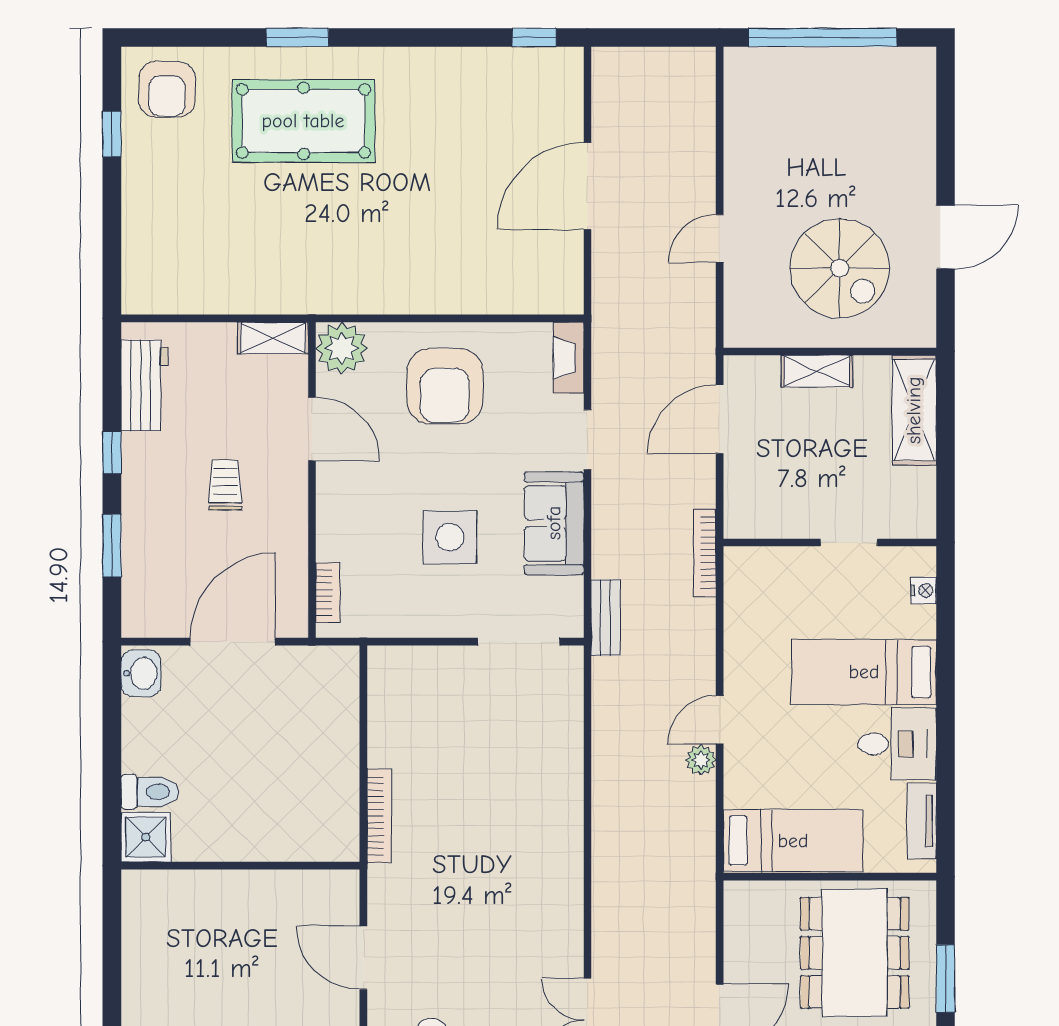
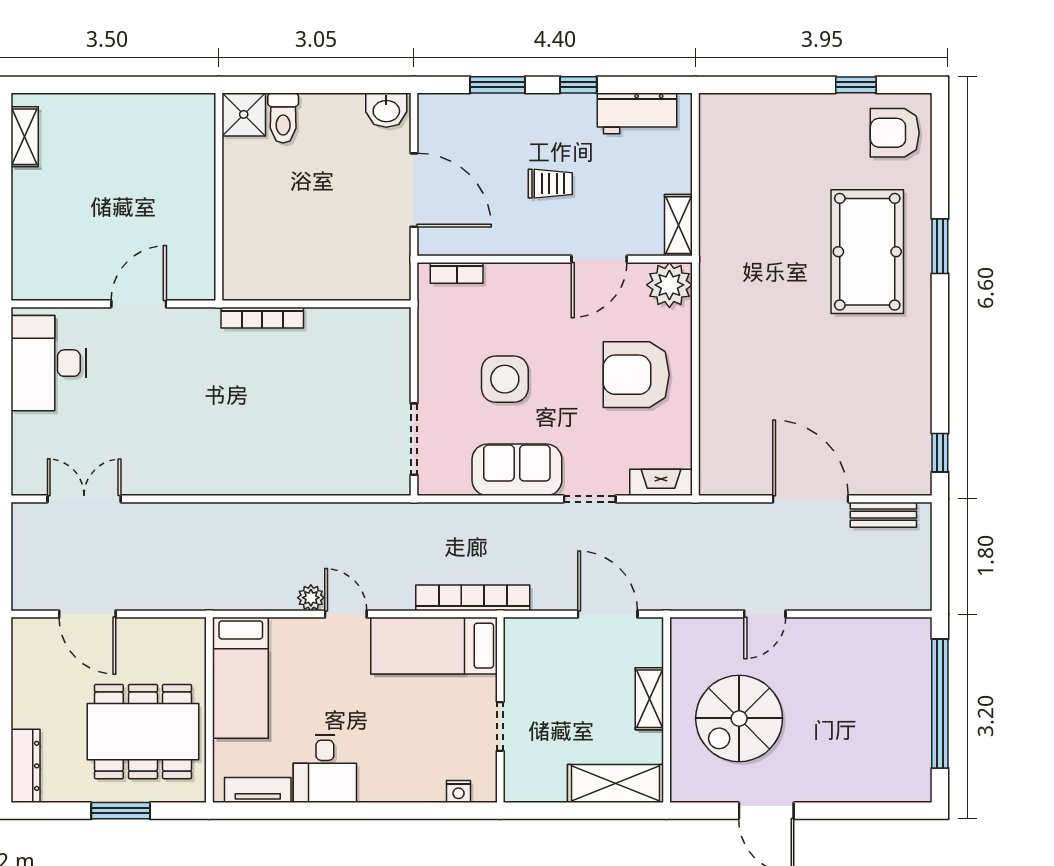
door: (720, 239) -> (765, 614), swing flipped
bookcase: (705, 553) -> (473, 598), width x1.48, depth x1.31
bench: (606, 618) -> (883, 515), moved
bed: (864, 672) -> (434, 646), moved, turned -90

